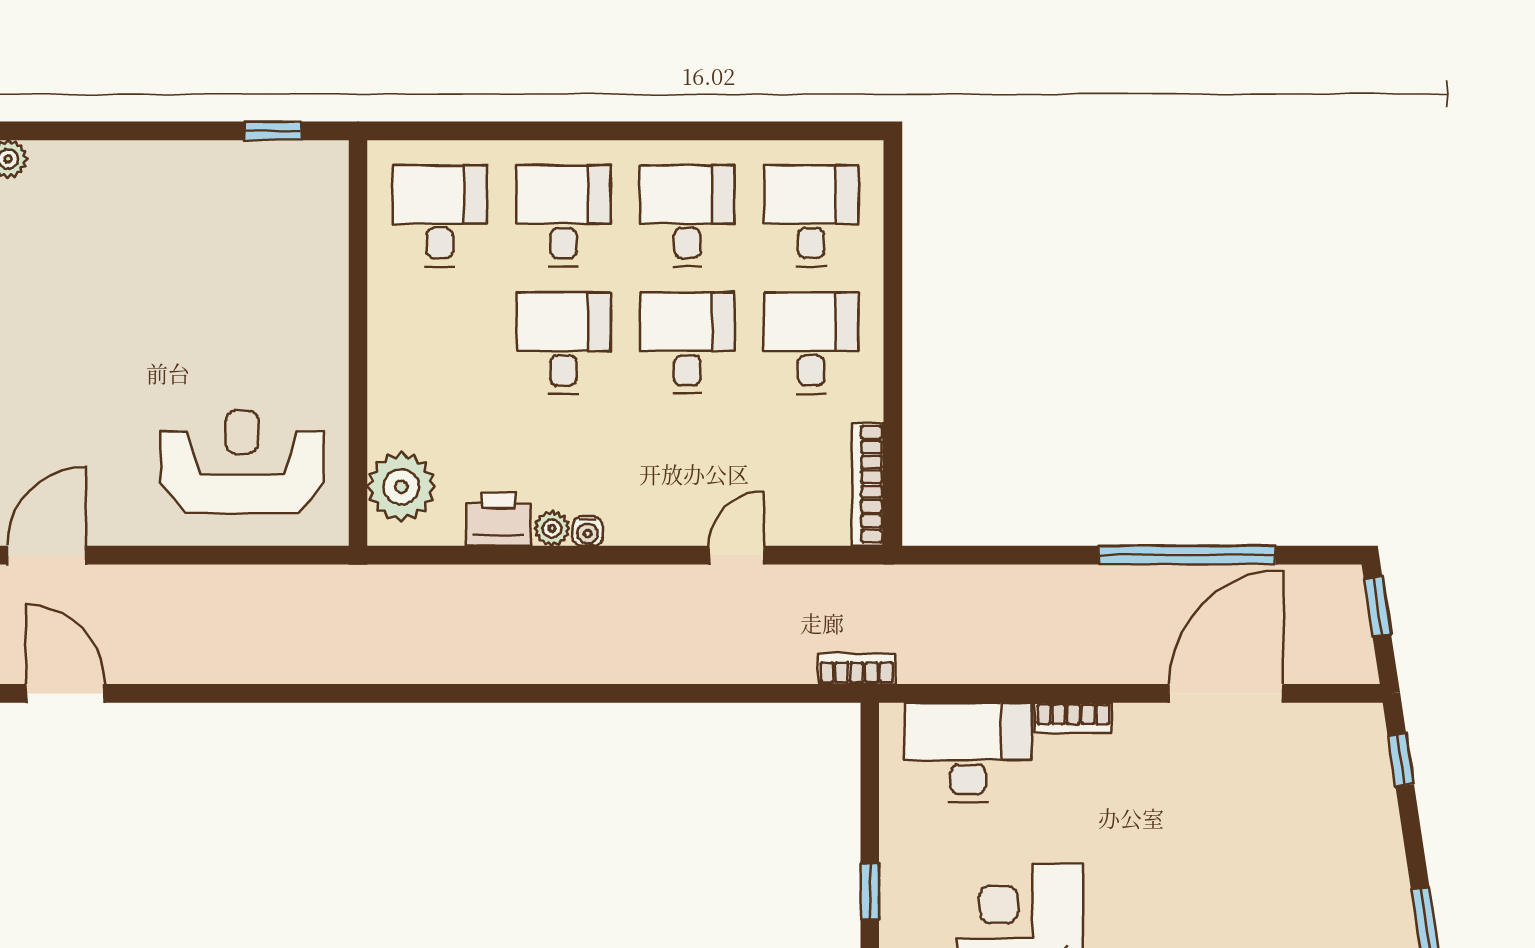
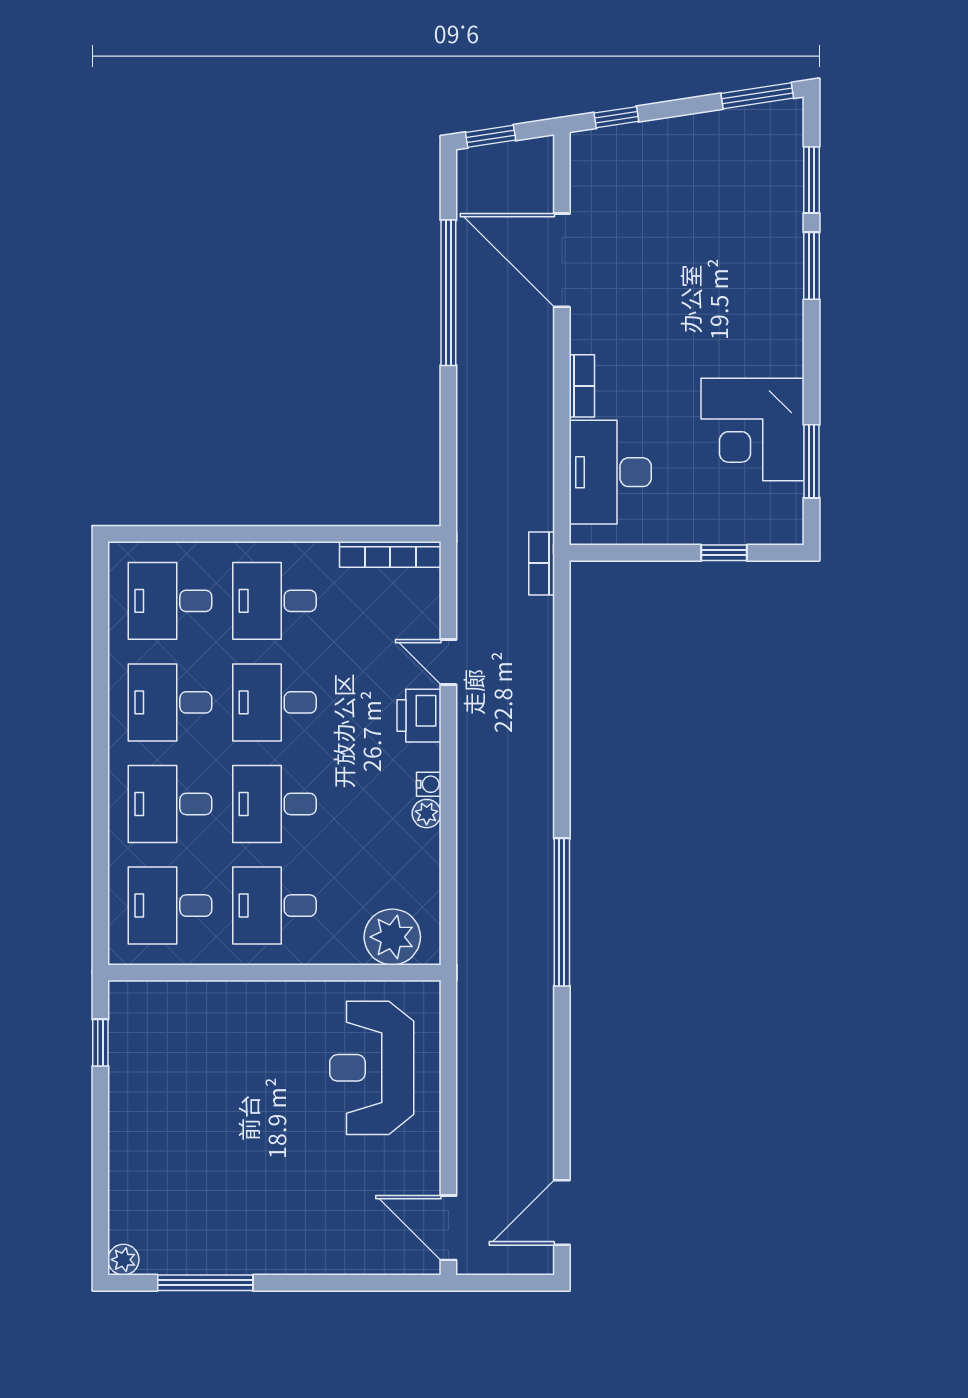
desk: (440, 343) -> (274, 906), added
printer: (499, 519) -> (419, 716), moved
window: (432, 693) -> (562, 912), added

